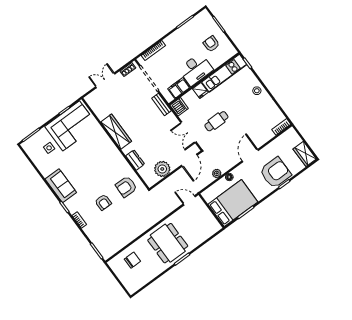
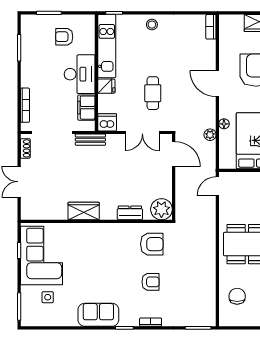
wardrobe: (116, 132) -> (84, 211), width x0.67
plant: (162, 169) -> (161, 209), moved
armchair: (126, 187) -> (152, 244), turned -91

